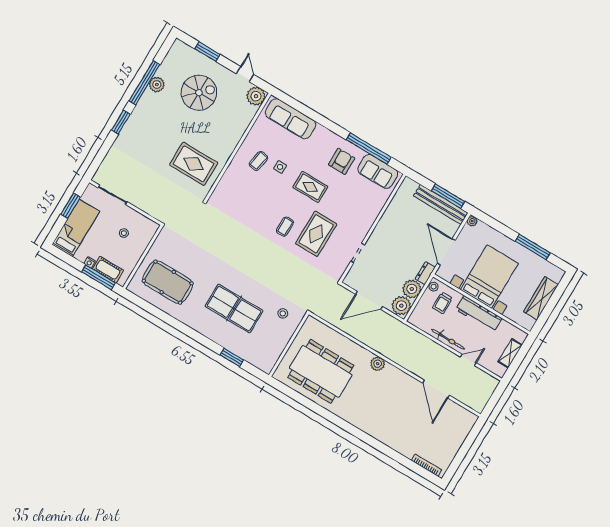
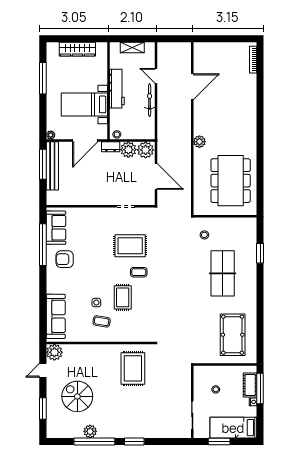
rug: (310, 187) -> (123, 297), moved
bed with nightstands: (489, 277) -> (84, 104), width x0.73
trolley: (442, 303) -> (125, 121), removed

